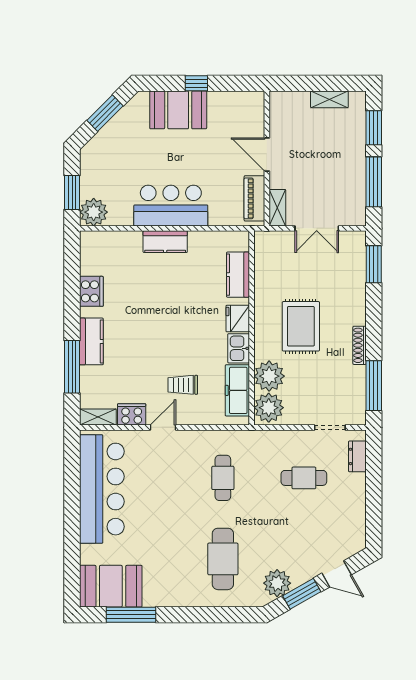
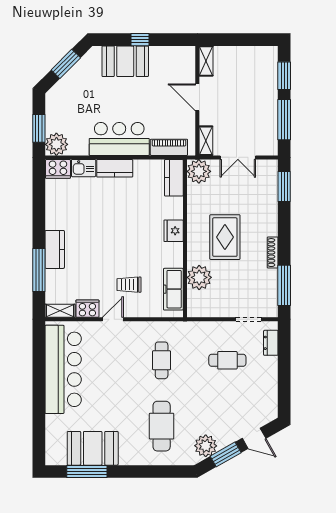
shelving: (329, 99) -> (206, 61), moved, turned 90
piano: (254, 198) -> (169, 147), moved, turned 90
kitchen counter: (238, 275) -> (174, 178), moved
cooker: (91, 291) -> (58, 169), moved, turned 90
kitchen sink: (239, 348) -> (84, 168), moved, turned -90
plant: (269, 408) -> (199, 171), moved
booth: (111, 586) -> (93, 448), moved

